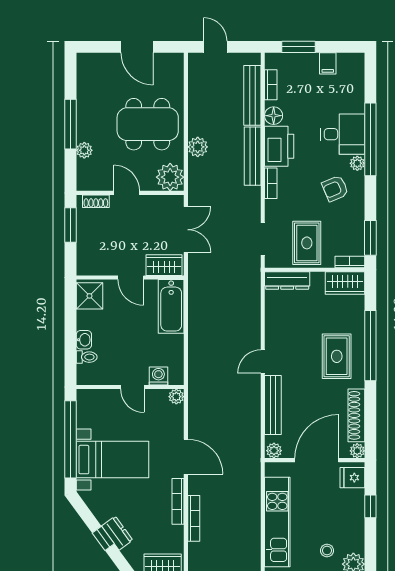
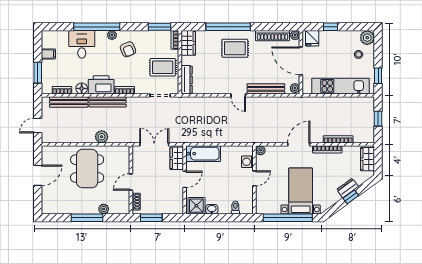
desk: (343, 134) -> (82, 44), moved
plant: (170, 177) -> (121, 154), removed
washbasin: (84, 340) -> (212, 209), moved

